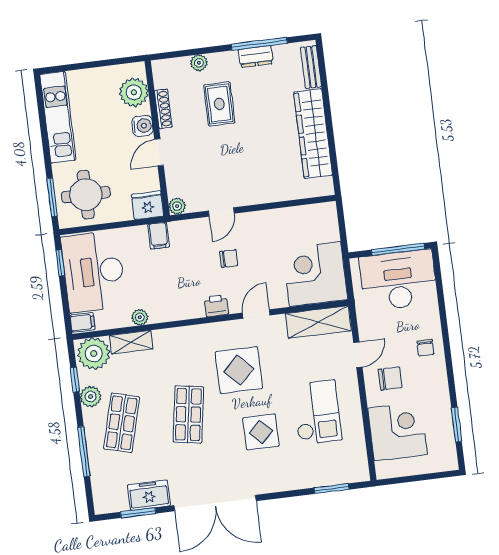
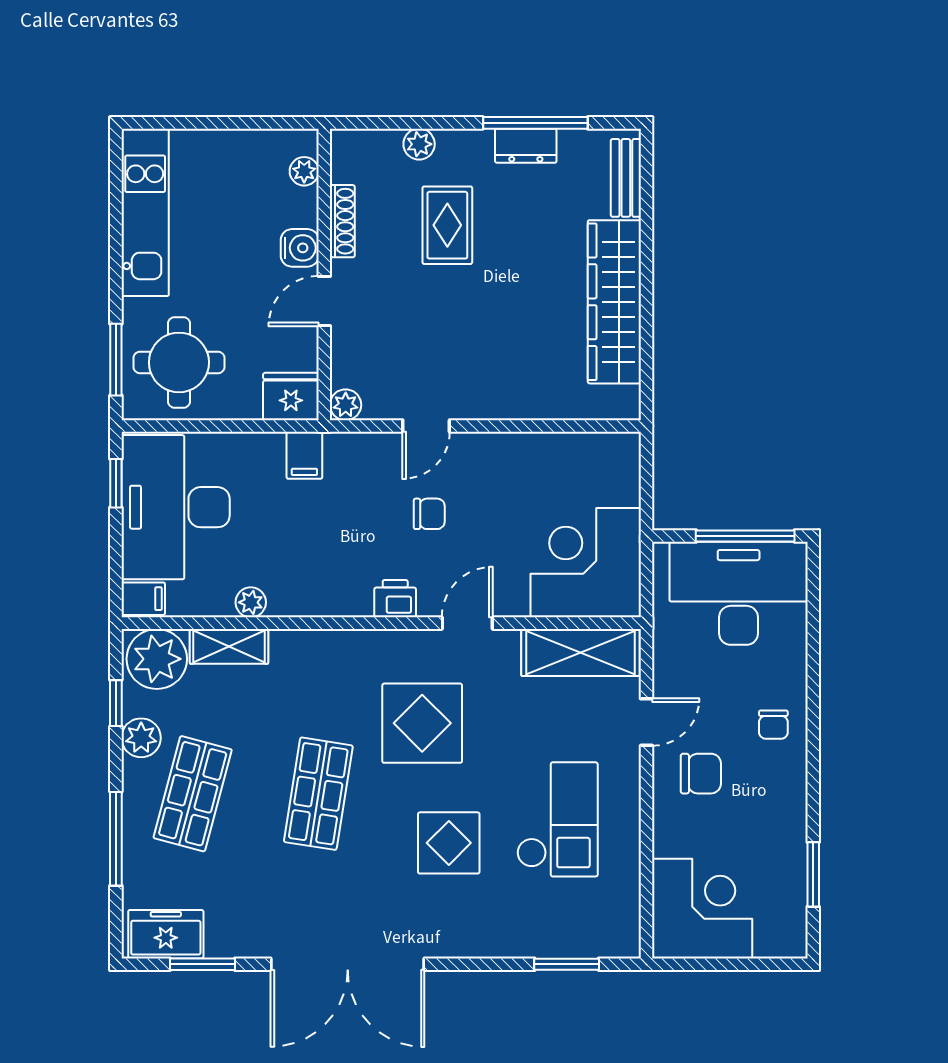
plant: (134, 92) -> (304, 171), width x0.53, depth x0.53
corner desk: (397, 431) -> (702, 909), moved
freezer: (149, 495) -> (166, 934), moved

